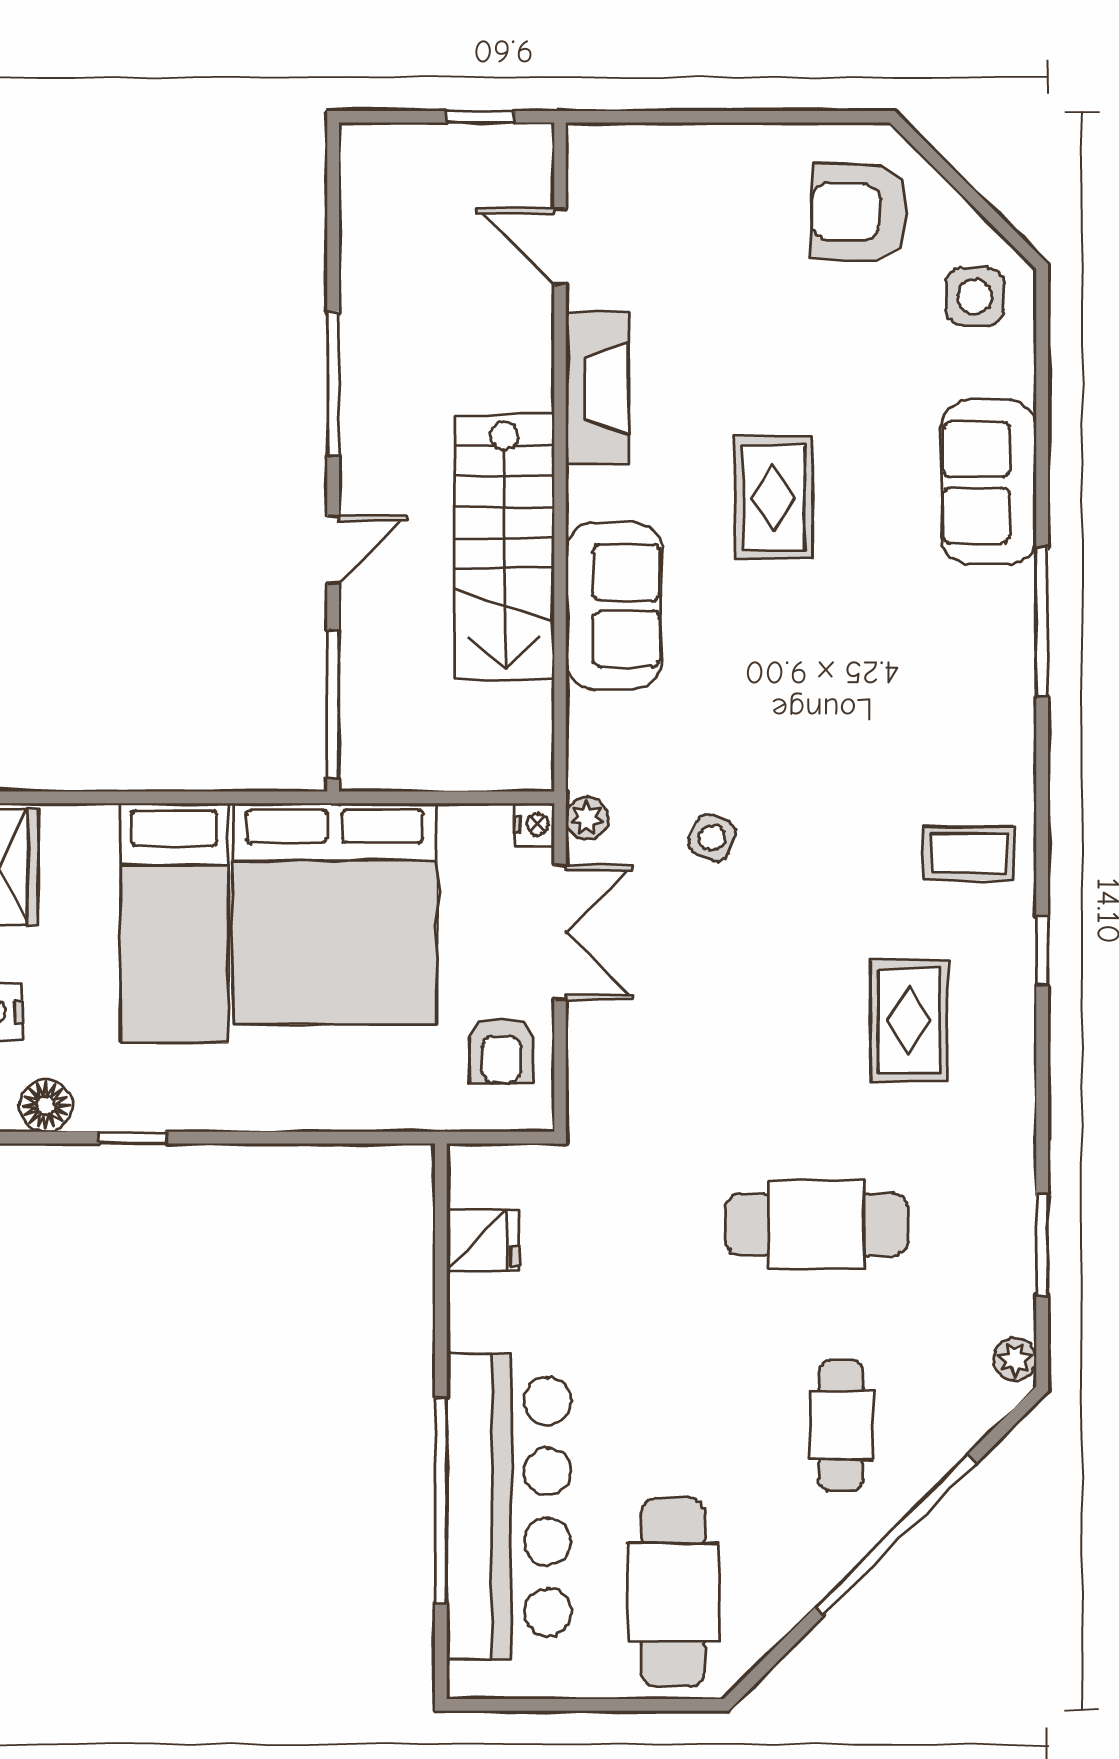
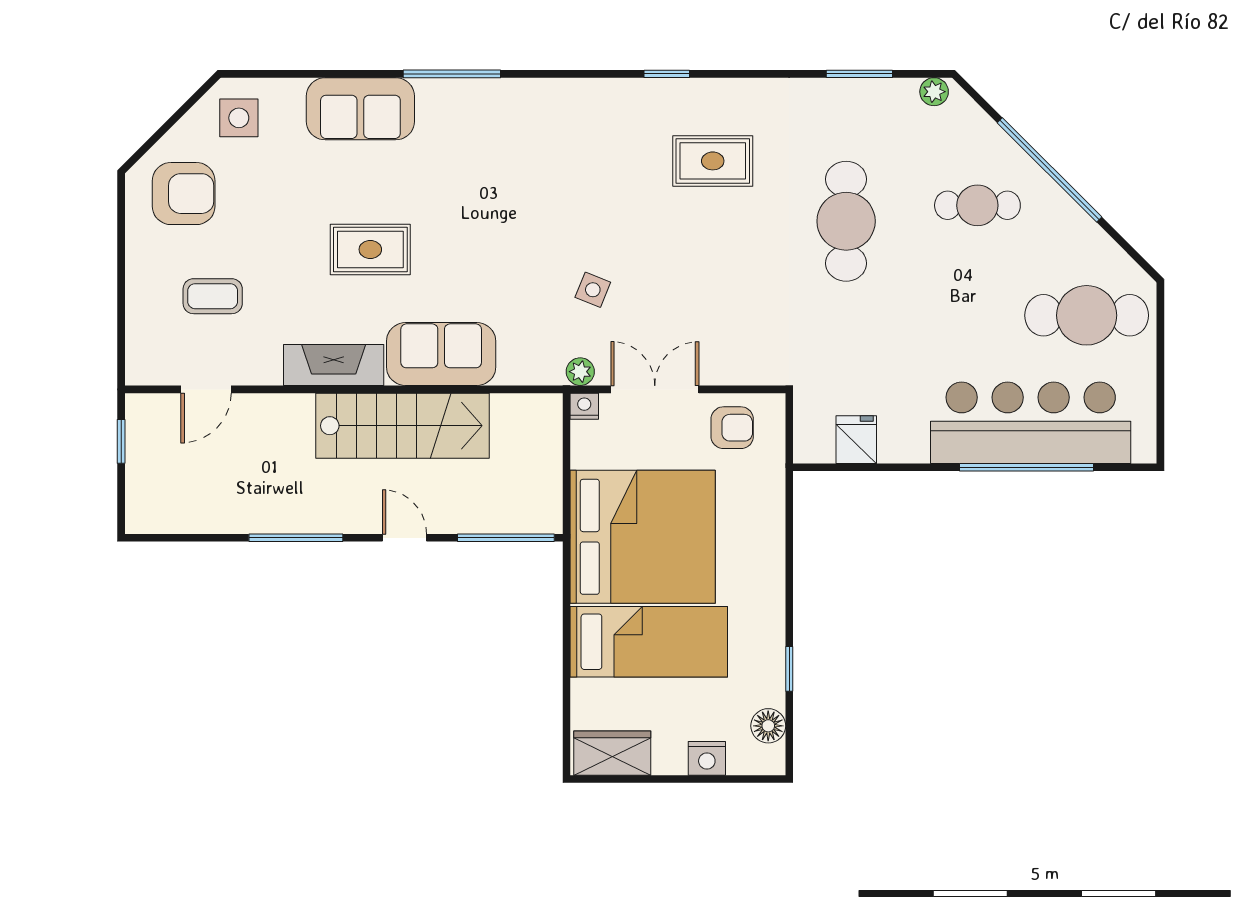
armchair: (859, 212) -> (184, 194), turned -92
fireplace: (597, 388) -> (334, 365), moved
coffee table: (968, 853) -> (213, 296), moved, turned 90

